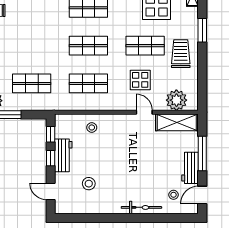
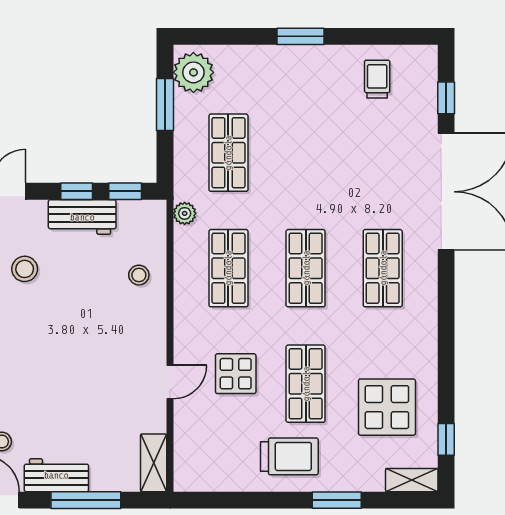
plant: (176, 100) -> (185, 213), moved, width x0.53, depth x0.53
shelving: (177, 122) -> (154, 463), width x0.67, depth x0.75

